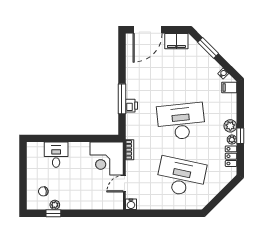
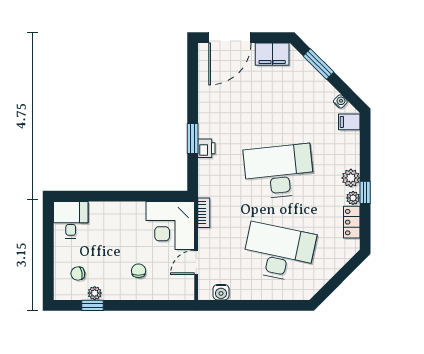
window: (122, 99) -> (193, 139), width x0.69
desk: (56, 155) -> (71, 220), moved
chair: (85, 189) -> (139, 271), added
water cooler: (131, 204) -> (221, 292), moved

